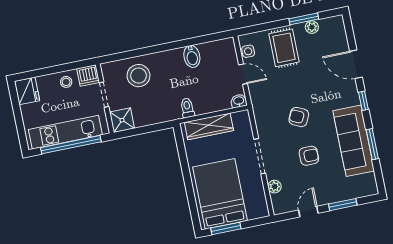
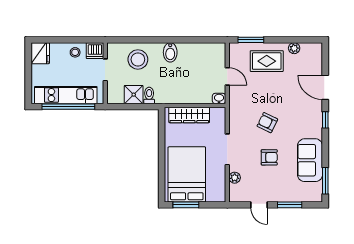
window: (304, 19) -> (251, 40), moved
rug: (284, 48) -> (267, 61), turned 90
side table: (248, 51) -> (236, 58), removed
bidet: (192, 56) -> (170, 52), moved
toilet: (187, 108) -> (149, 95), moved
shower: (122, 120) -> (134, 95), moved
sofa: (354, 141) -> (310, 160), width x0.73
window: (372, 144) -> (325, 181), moved
door: (308, 212) -> (259, 205), swing flipped

